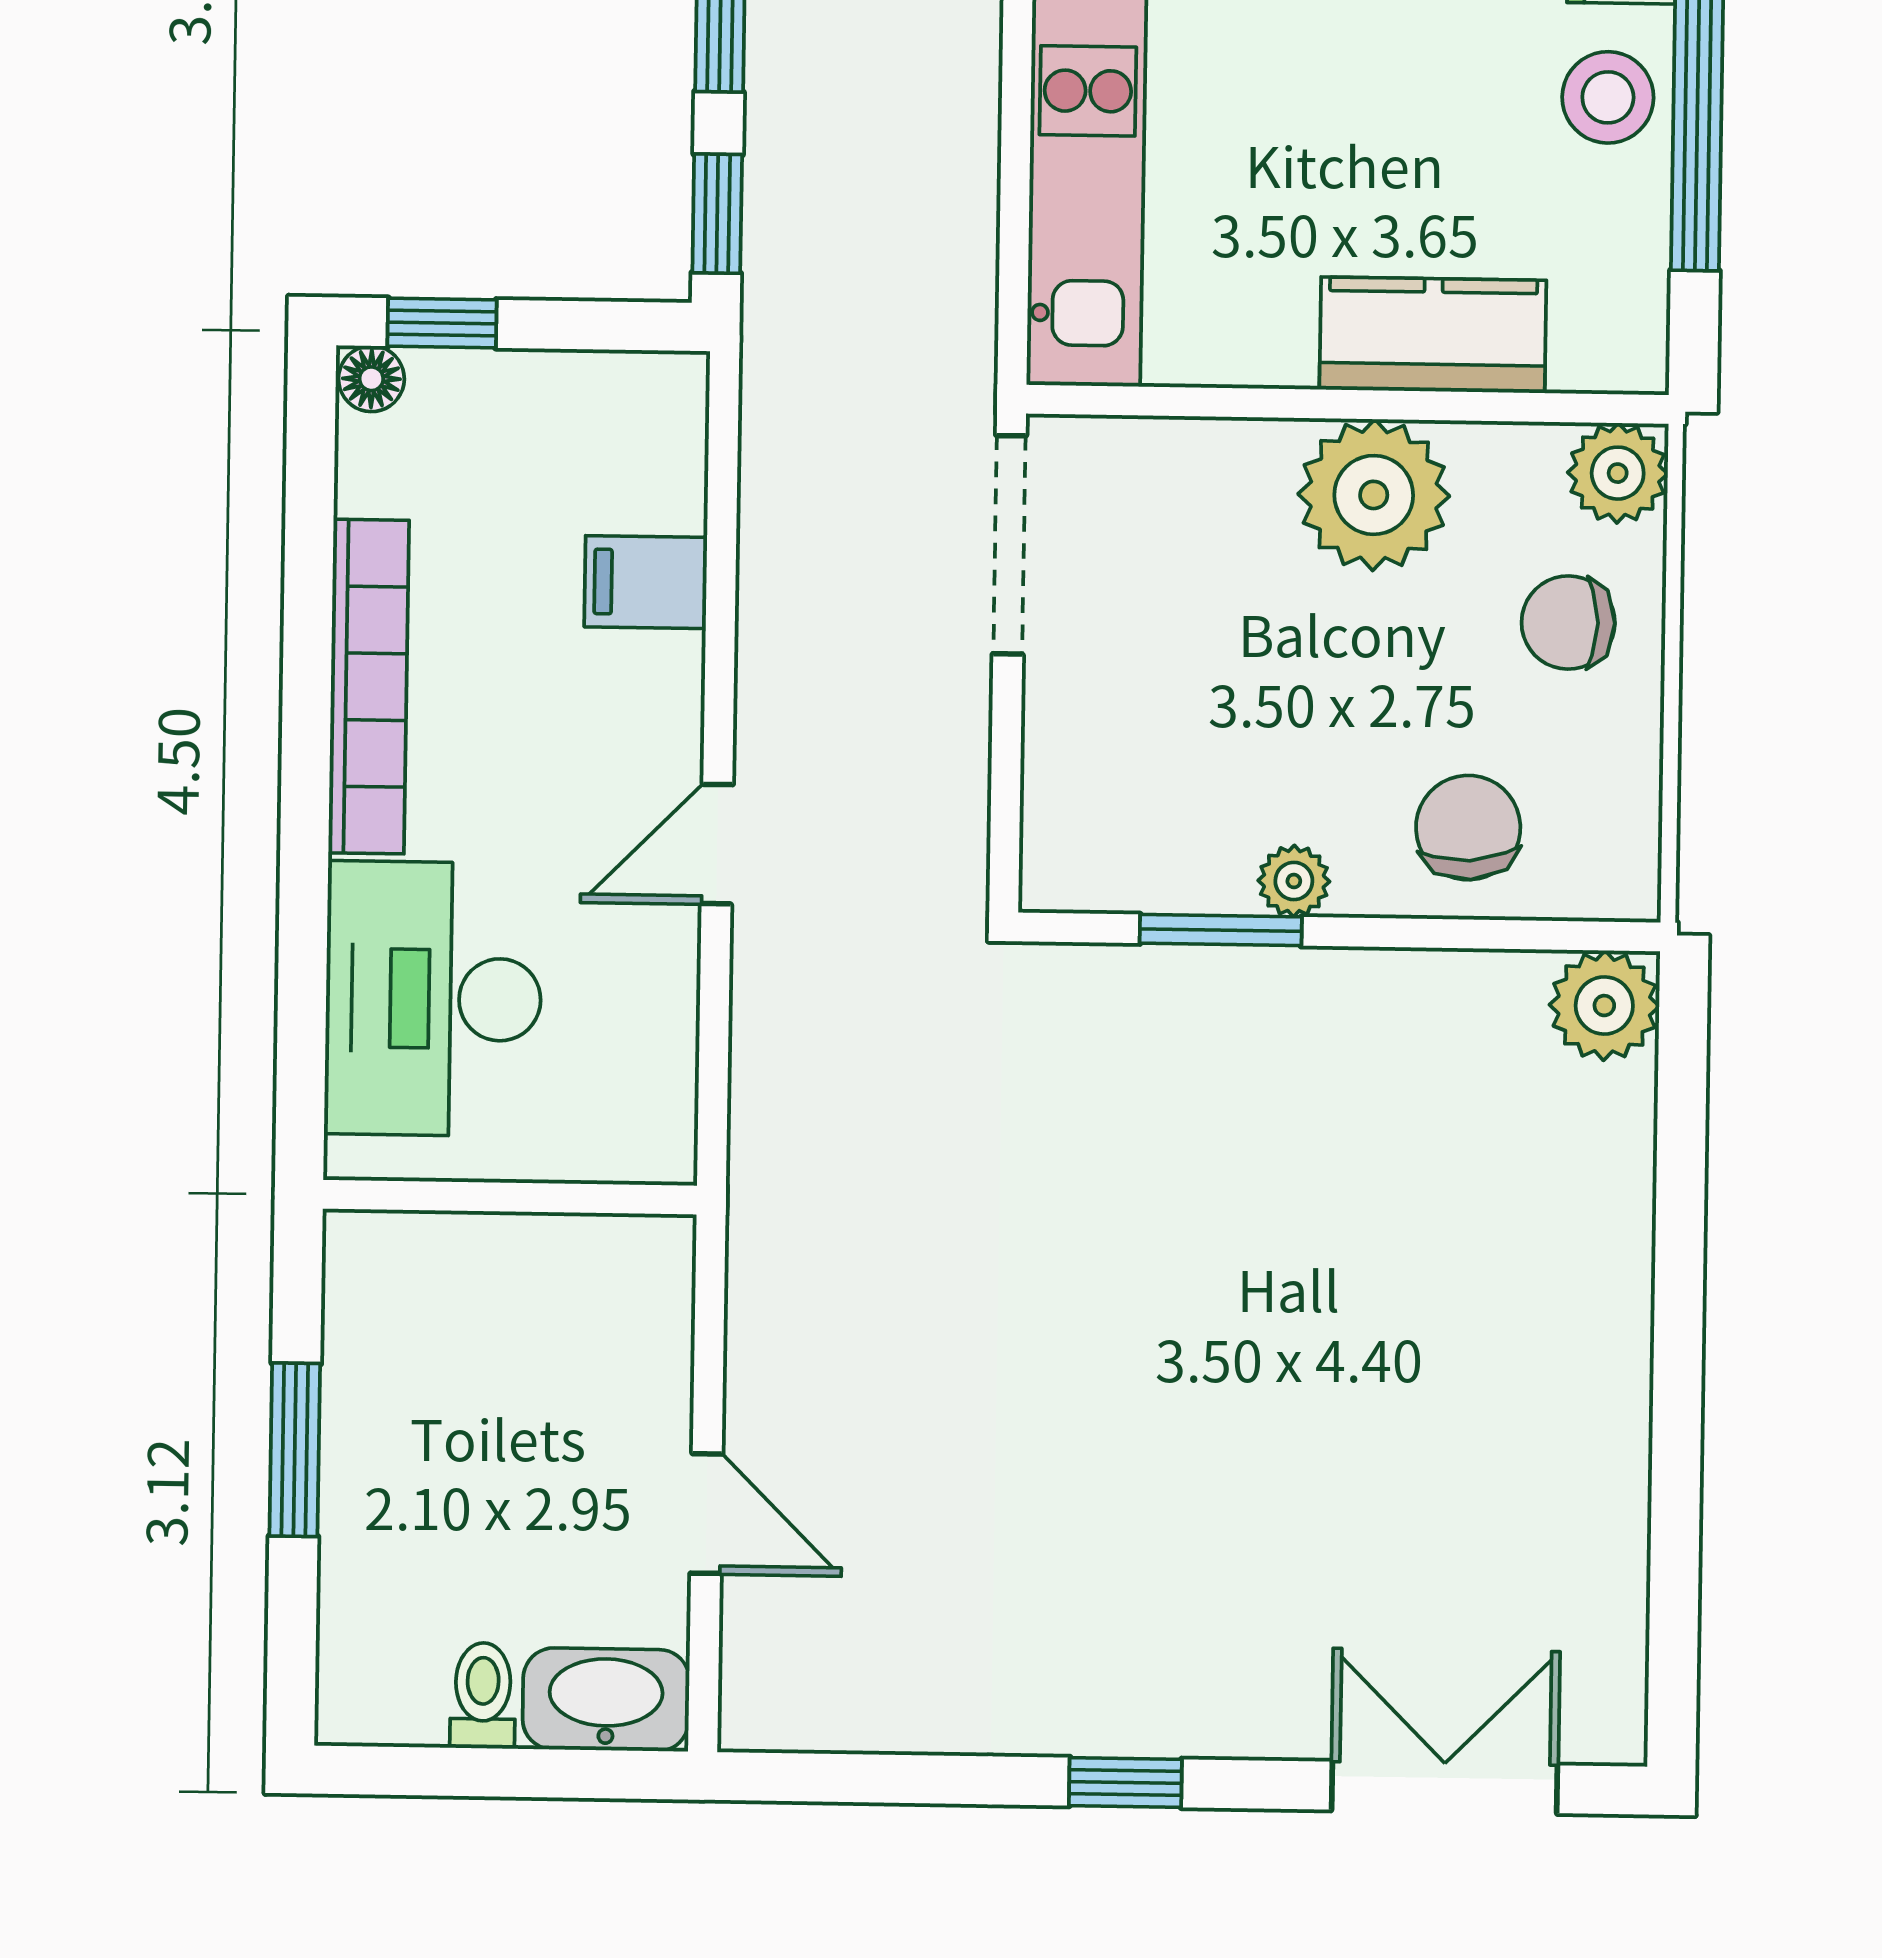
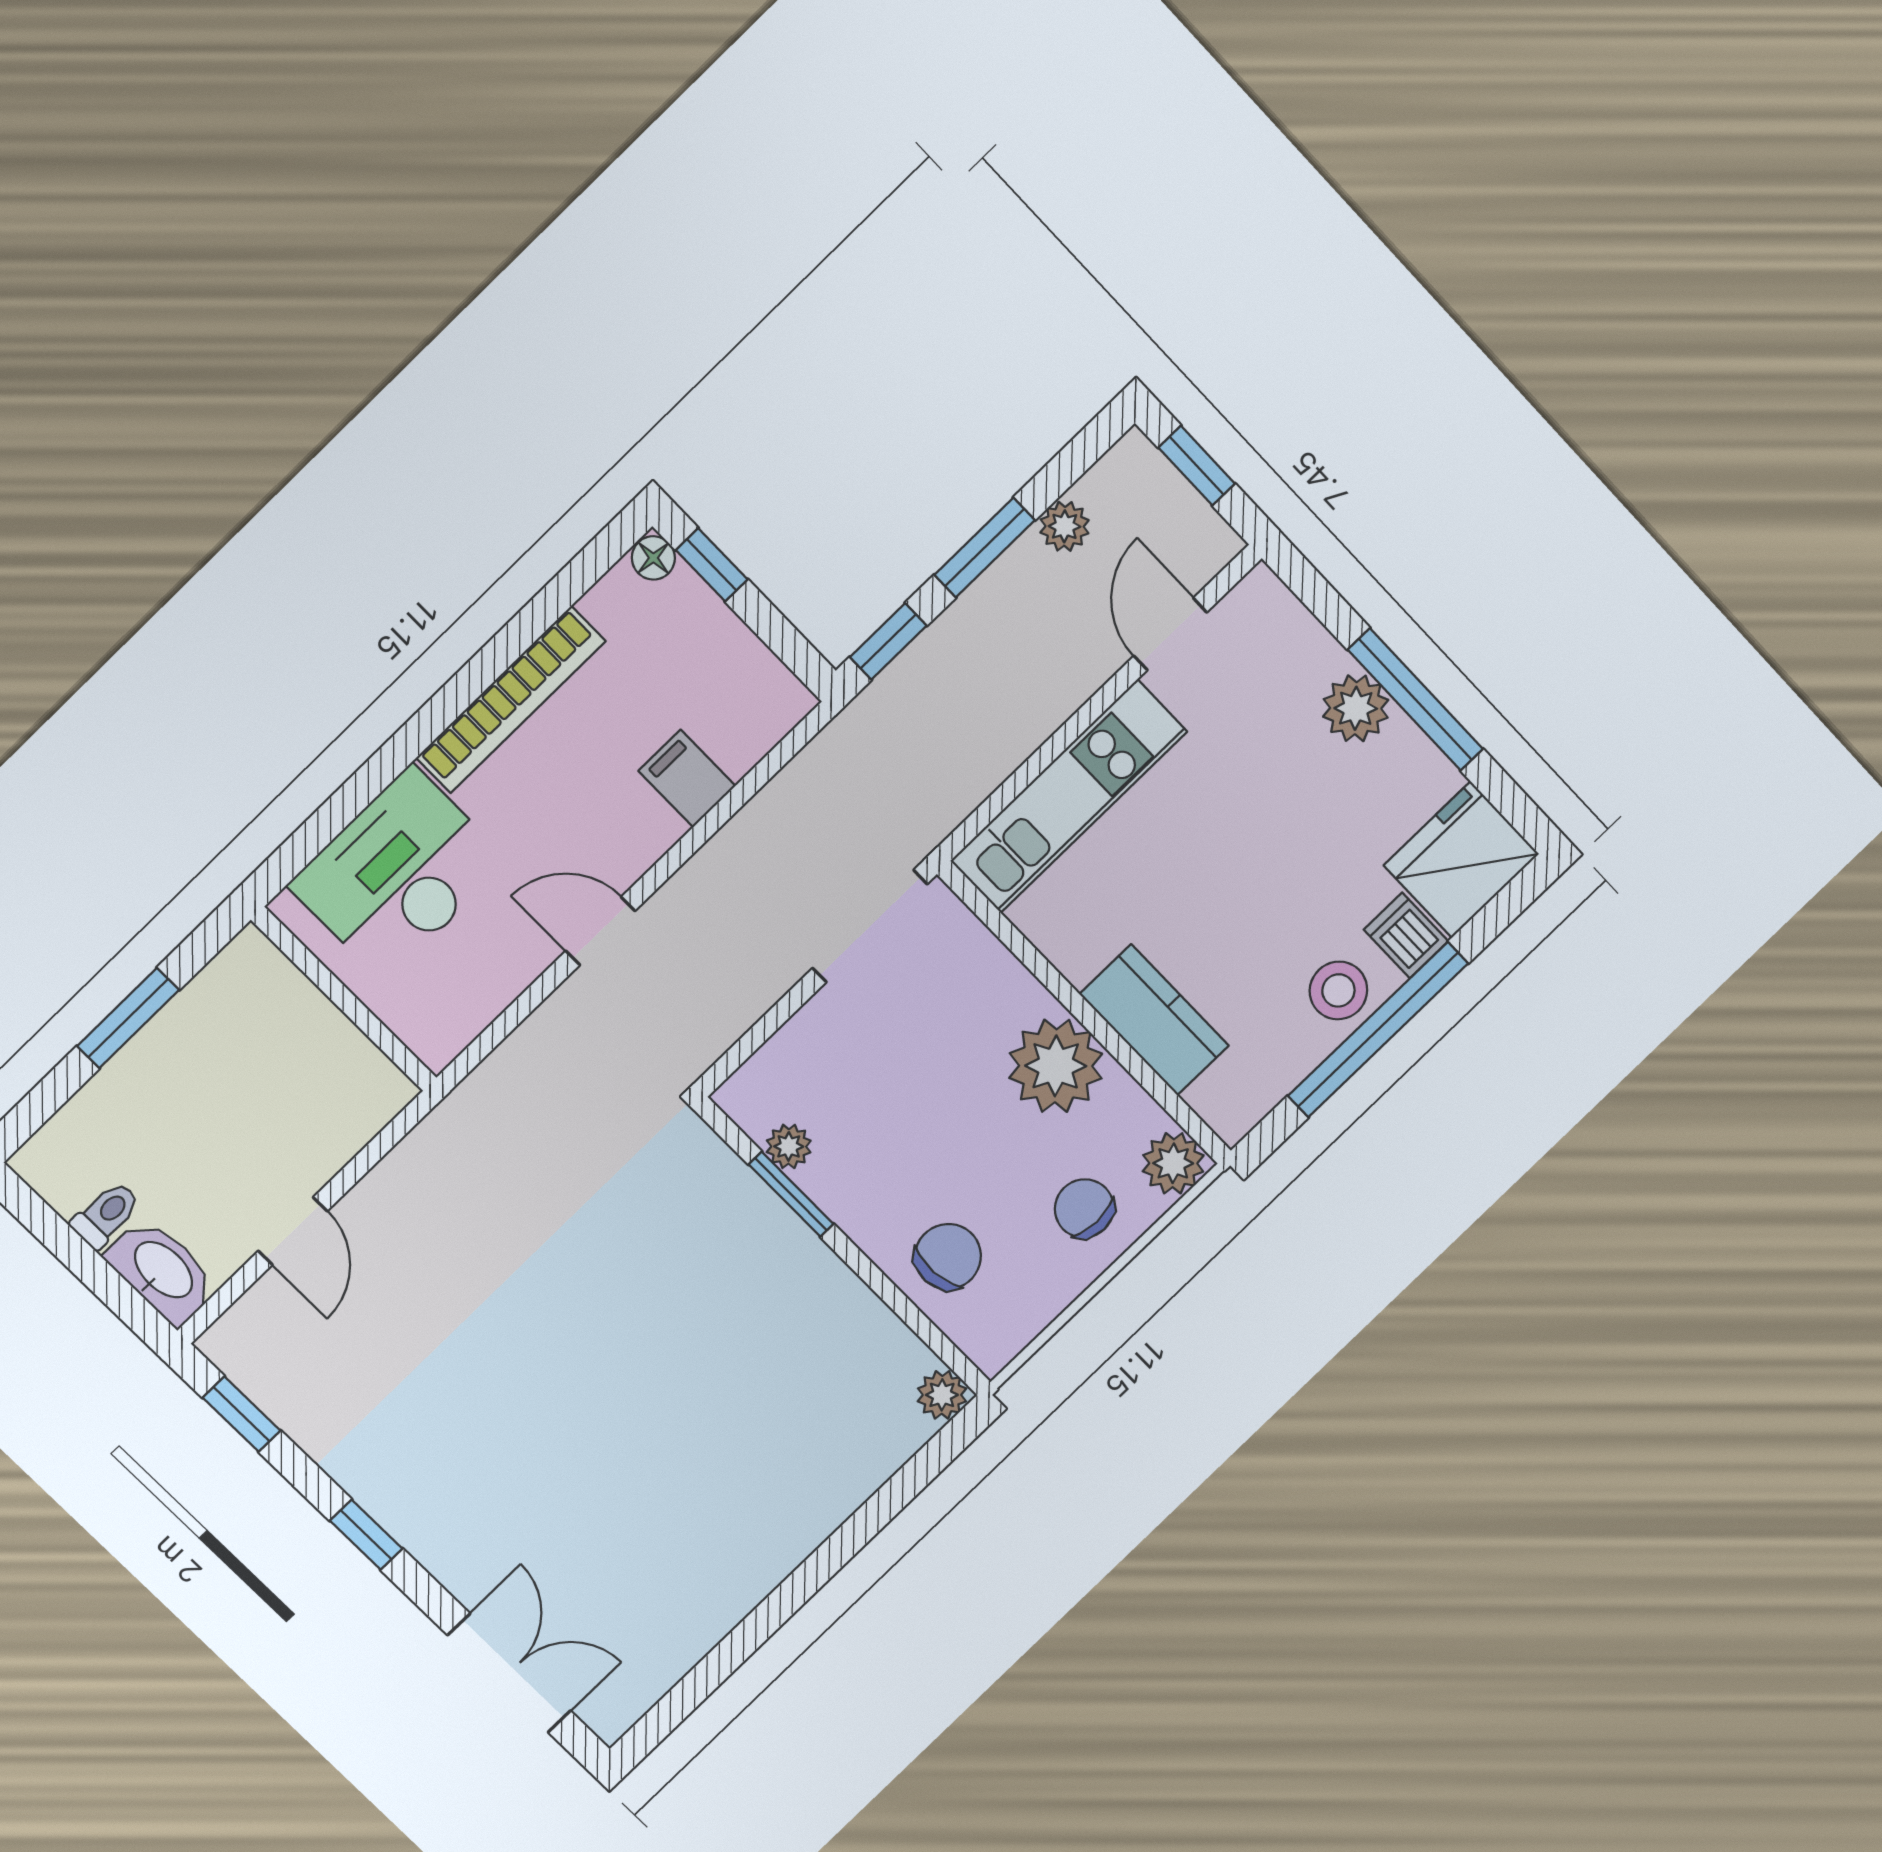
plant: (1294, 881) -> (789, 1146), moved
plant: (1604, 1006) -> (942, 1395), width x0.73, depth x0.73
window: (851, 1778) -> (242, 1414), added

